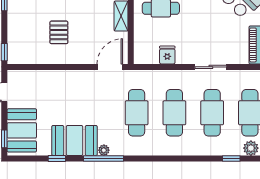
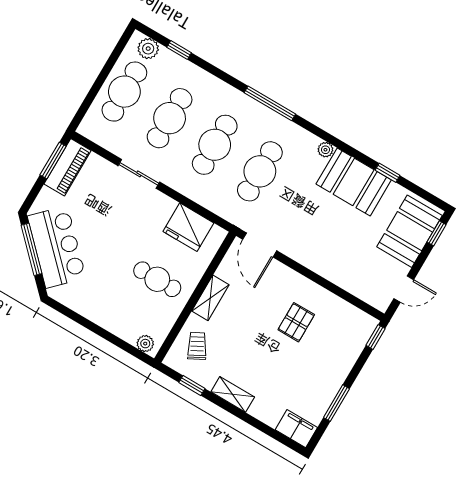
fridge: (167, 55) -> (188, 227), width x1.88, depth x1.34
door: (110, 67) -> (260, 245), hinge flipped
window: (103, 159) -> (270, 103), moved

